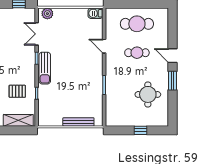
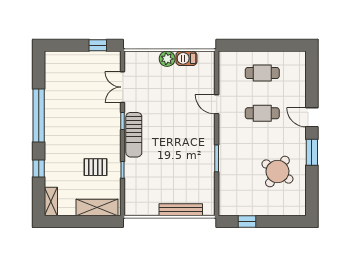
barbecue: (95, 13) -> (186, 58), moved
plant: (47, 14) -> (167, 59), moved
cafe table: (137, 24) -> (262, 73), width x0.73, depth x0.74
round table: (148, 94) -> (277, 172), turned 34
window: (140, 130) -> (247, 222), moved

